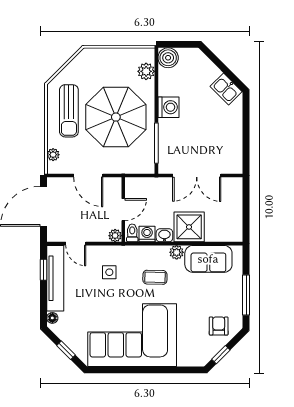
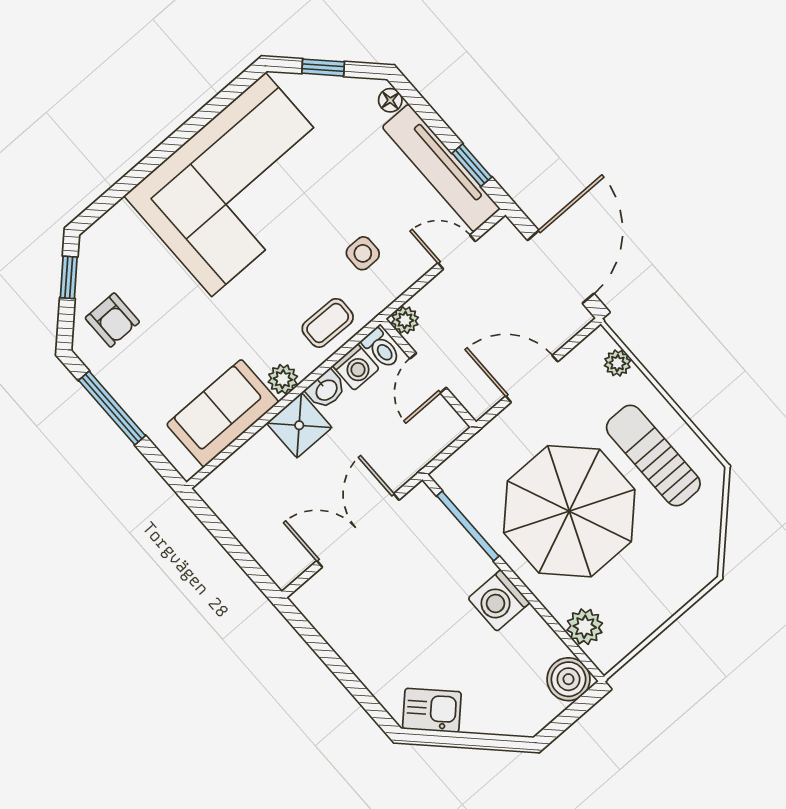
shower: (189, 227) -> (299, 425), width x0.73, depth x0.73
coffee table: (155, 277) -> (328, 323), moved

